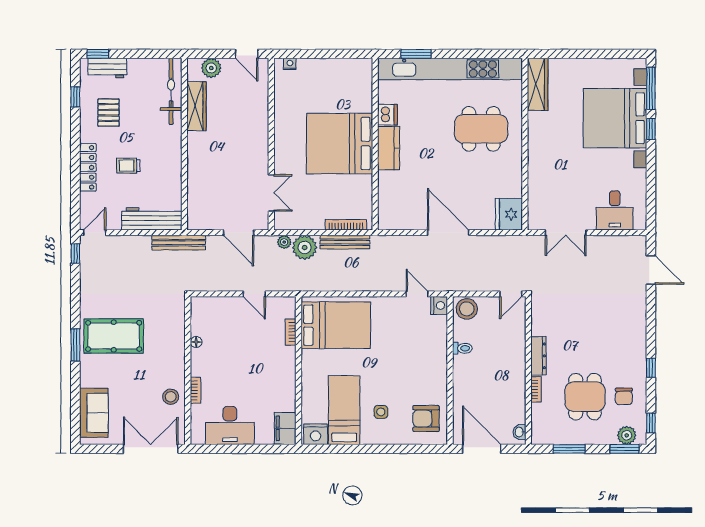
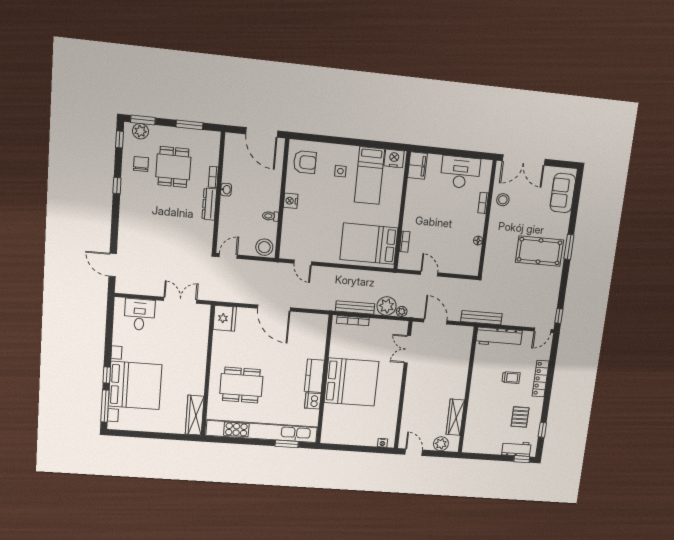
bicycle: (171, 91) -> (473, 429), removed
nightstand: (439, 306) -> (291, 201), moved
washbasin: (519, 432) -> (226, 190), moved

